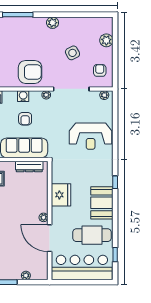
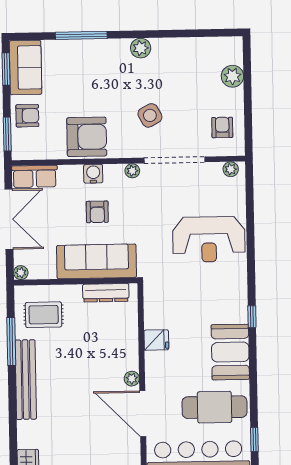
side table: (72, 53) -> (150, 115), moved
armchair: (30, 72) -> (87, 137), moved
fridge: (61, 195) -> (156, 340), width x0.53, depth x0.75

